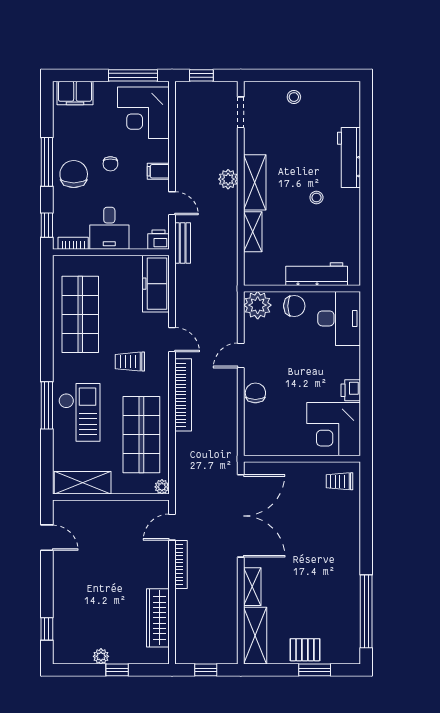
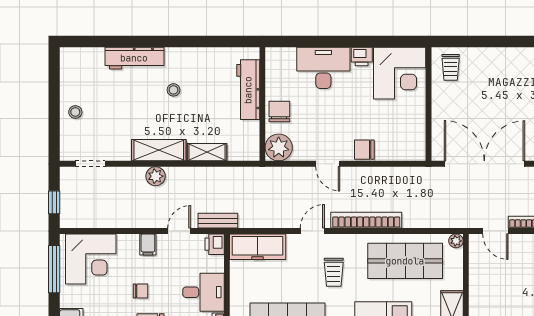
desk: (339, 318) -> (323, 68), moved

